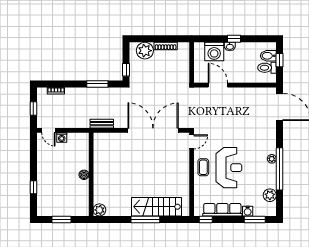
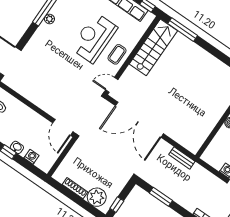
washing machine: (214, 52) -> (32, 157), width x0.53, depth x0.53
window: (126, 70) -> (117, 205), moved
door: (218, 85) -> (63, 127), moved
stairs: (156, 207) -> (153, 47), moved, turned -90
window: (145, 219) -> (183, 30), moved

